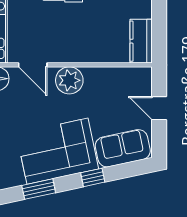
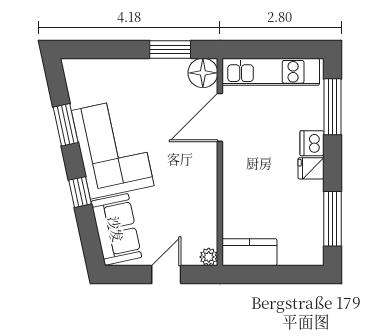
door: (33, 65) -> (220, 117), width x1.36
plant: (69, 80) -> (209, 257), moved, width x0.53, depth x0.53

